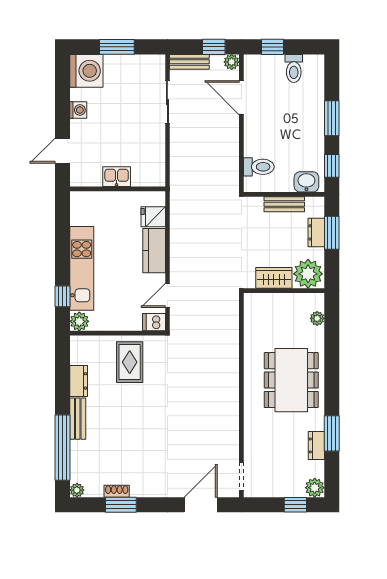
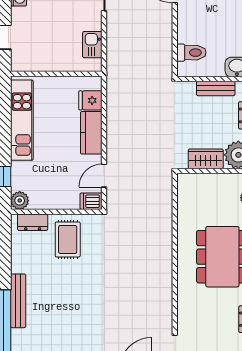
kitchen sink: (117, 177) -> (92, 45), moved, turned -90
kitchen unit: (82, 268) -> (22, 120), moved
dresser: (79, 381) -> (33, 222), moved, turned 90
bench: (78, 419) -> (18, 301), width x1.36

